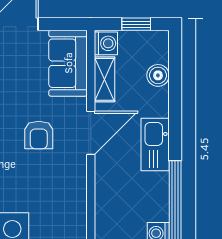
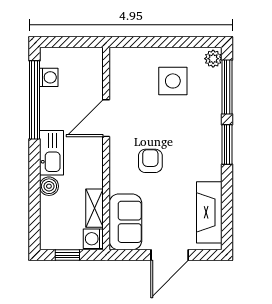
boiler: (158, 75) -> (49, 186), moved
door: (91, 133) -> (106, 118), moved

